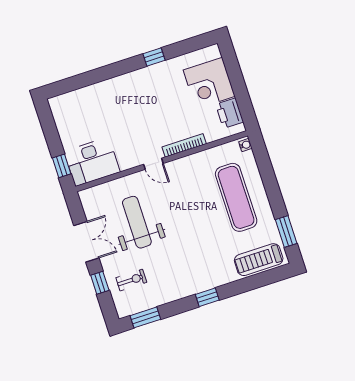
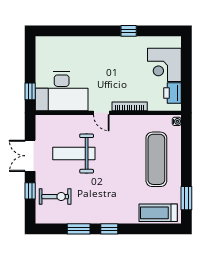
desk: (92, 162) -> (62, 91), width x1.36, depth x1.30
weight bench: (137, 222) -> (74, 153), turned -90
double door: (86, 242) -> (30, 156), swing flipped
exercise bike: (131, 280) -> (55, 197), width x1.38, depth x1.39
window: (145, 317) -> (79, 229), moved

